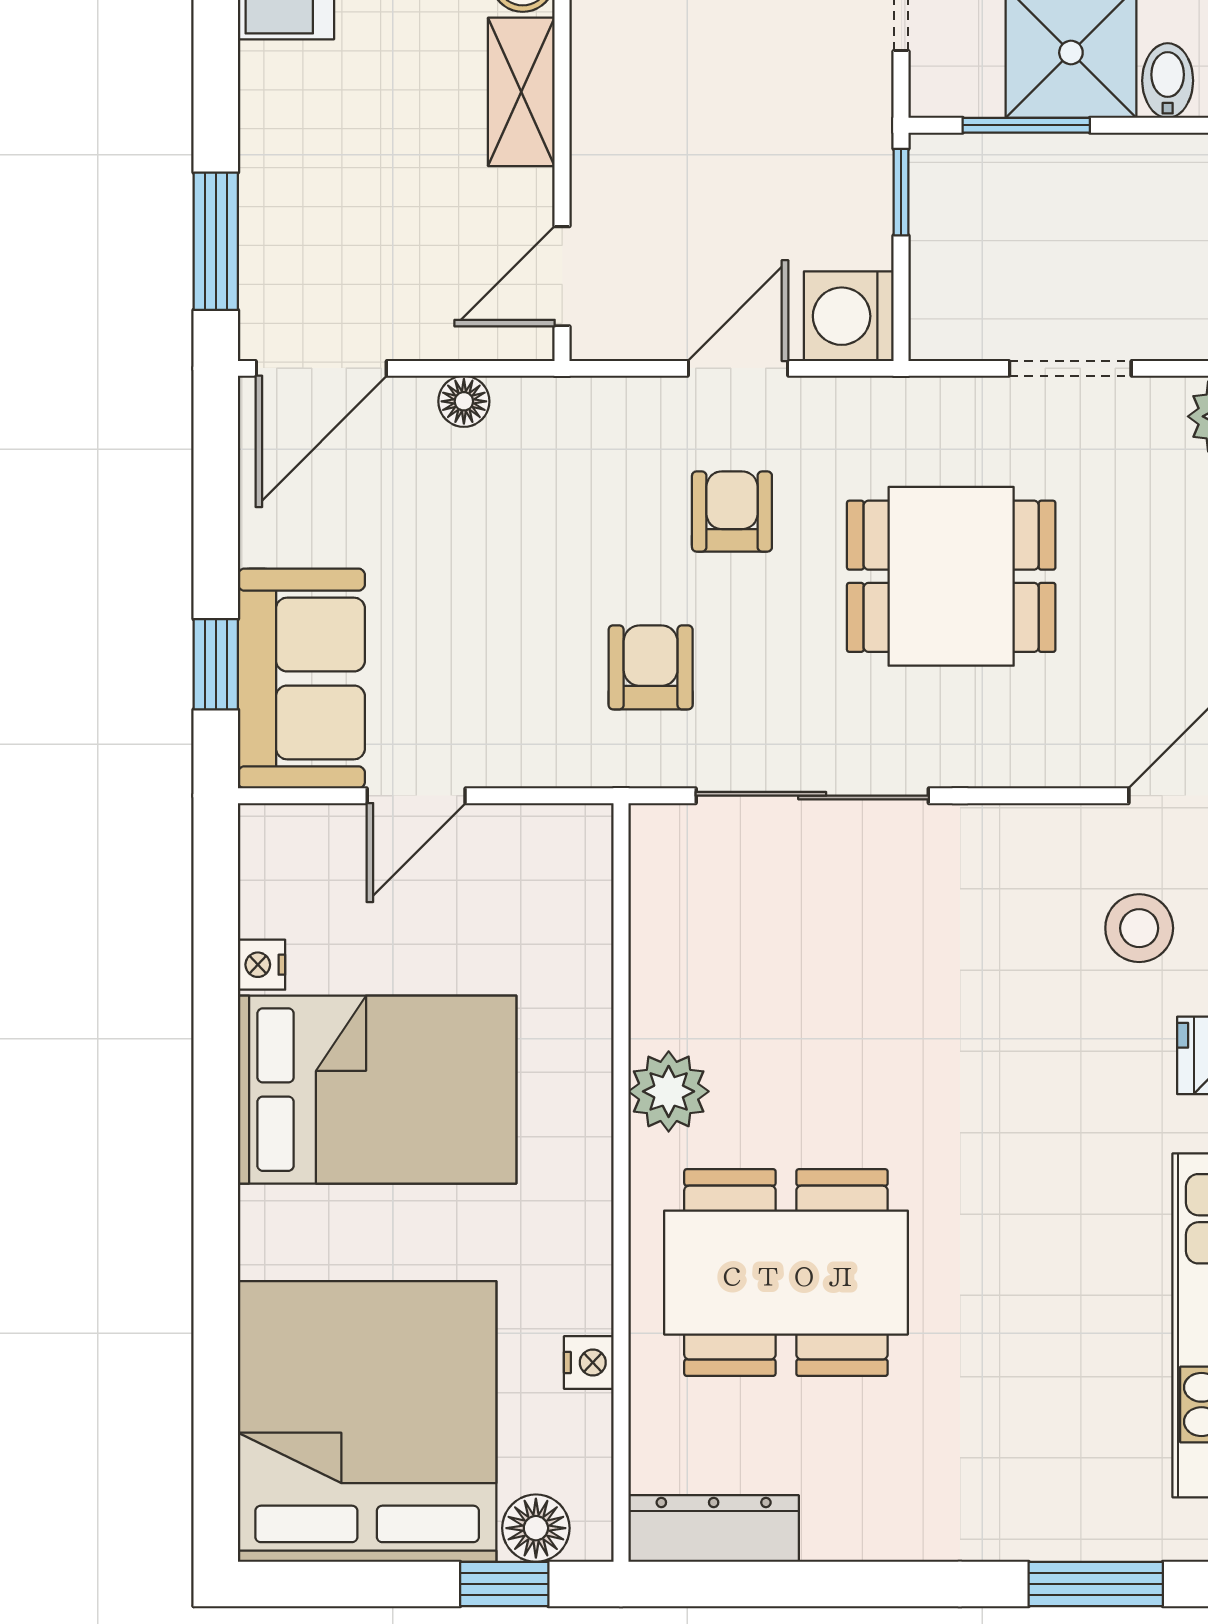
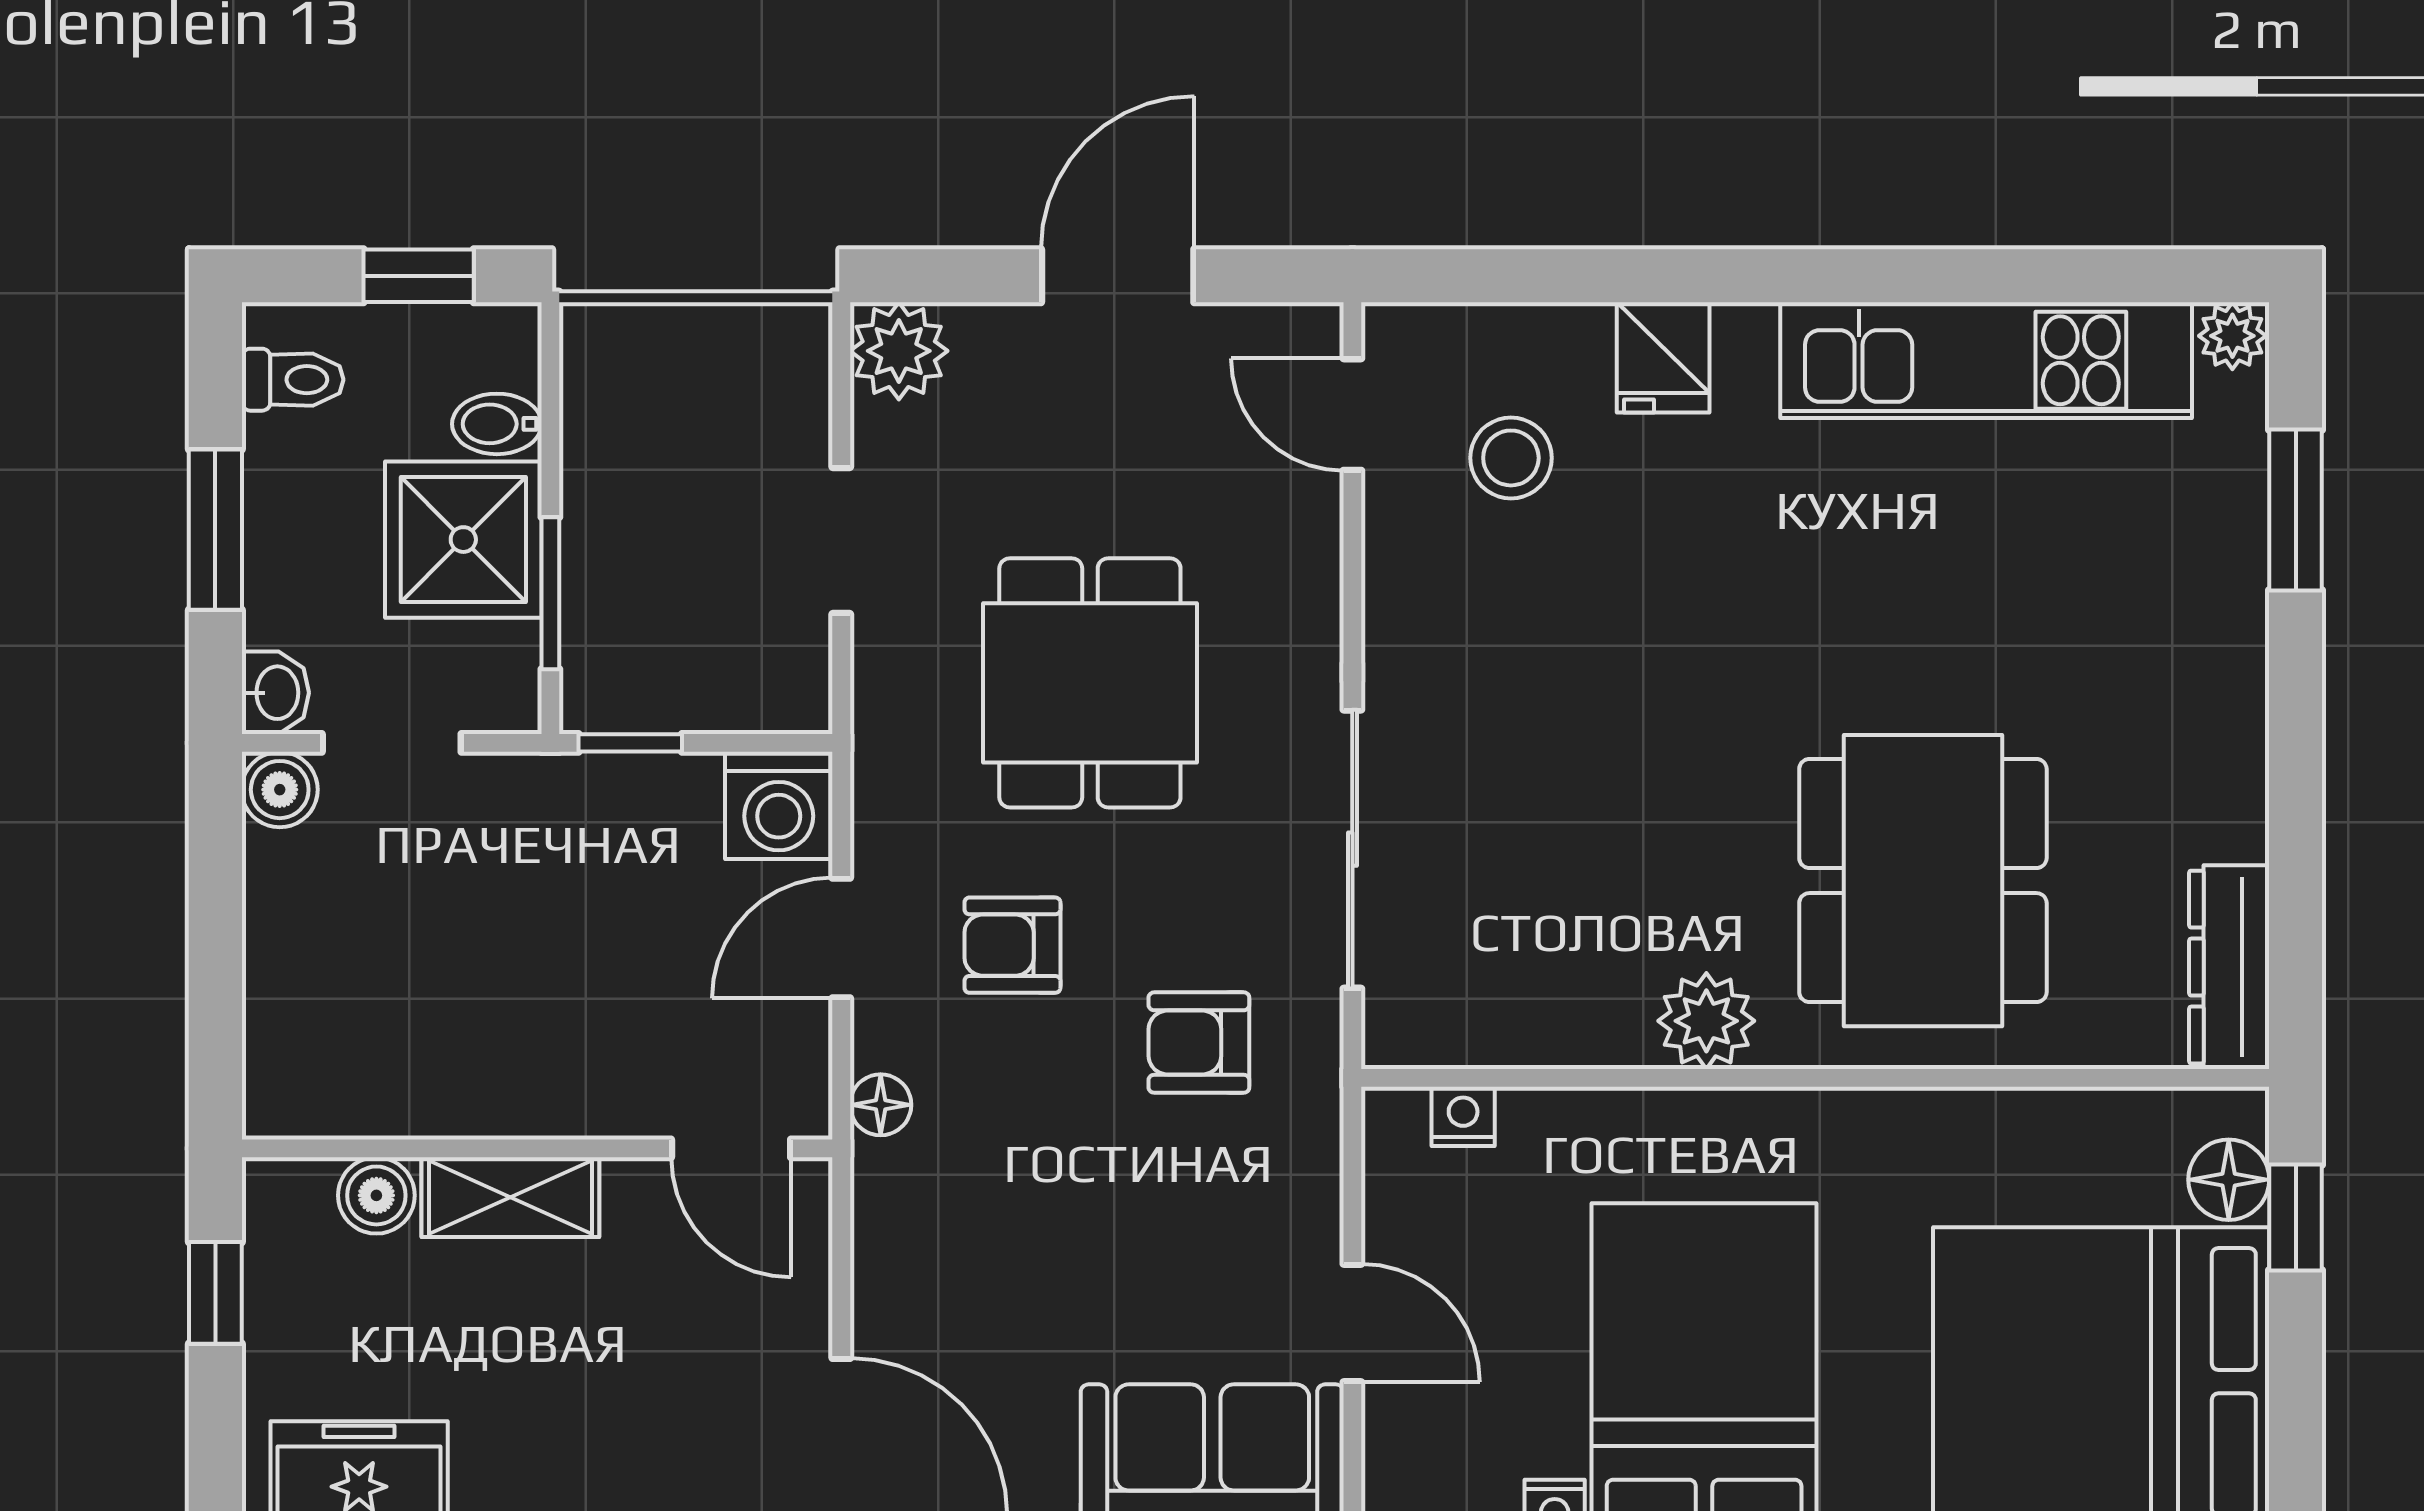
door: (738, 368) -> (841, 938), hinge flipped
floor lamp: (464, 401) -> (881, 1105), moved
nightstand: (589, 1362) -> (1463, 1116), moved

